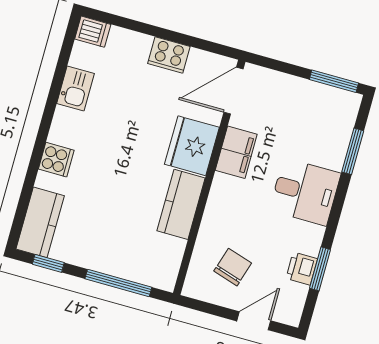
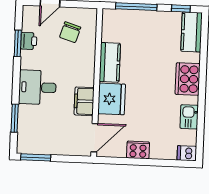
cooker: (56, 160) -> (188, 79), width x1.87, depth x1.31

